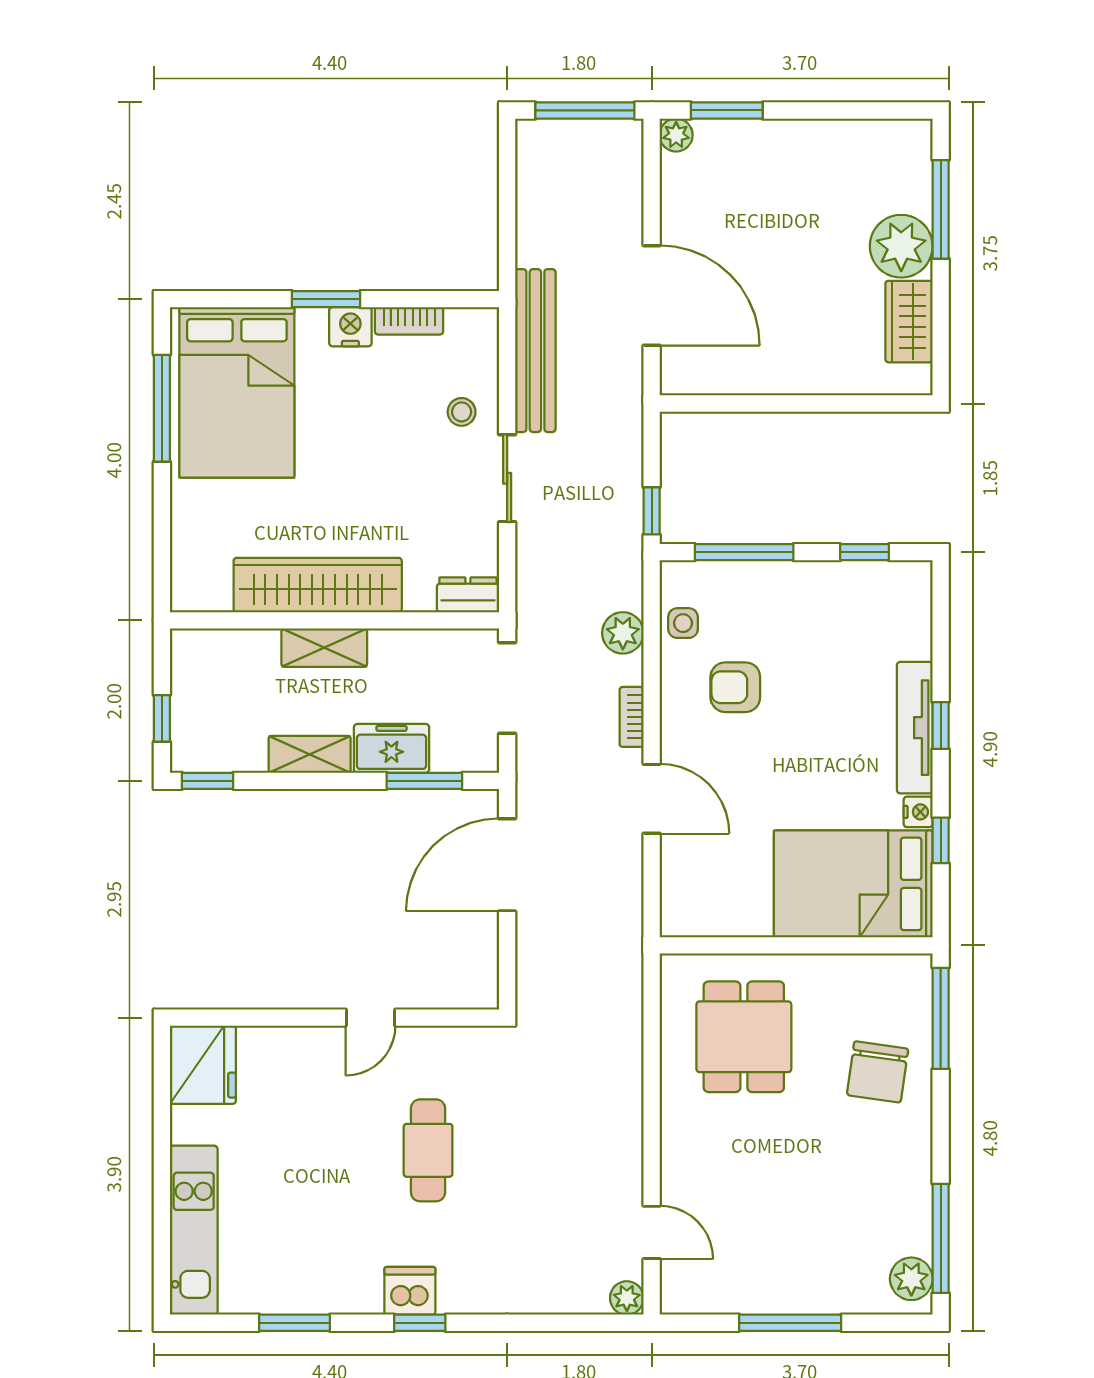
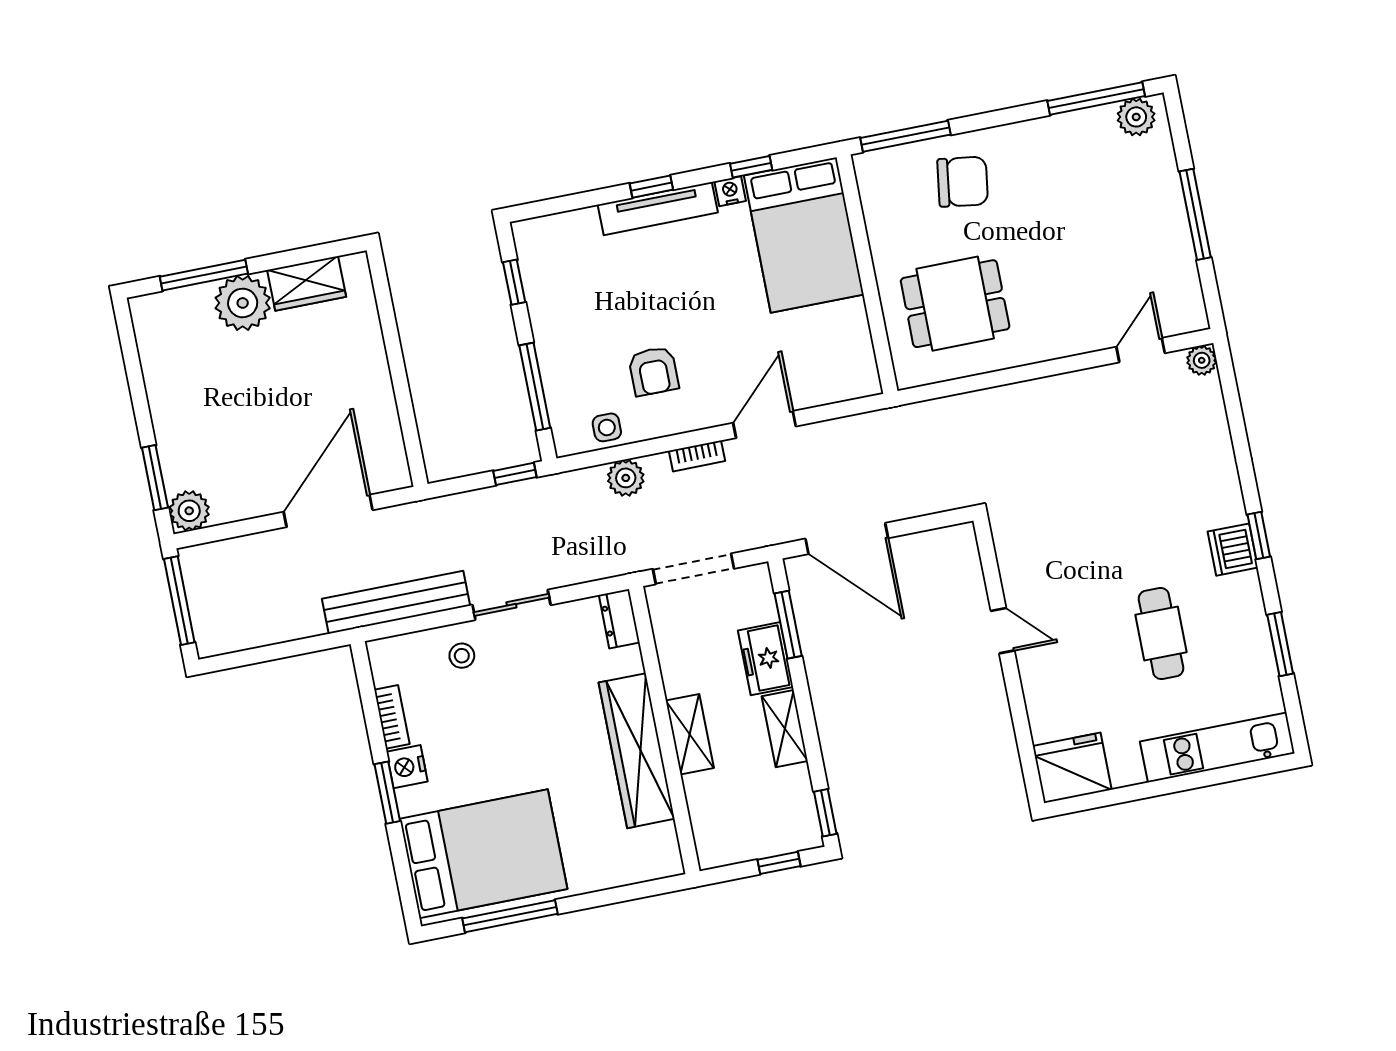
plant: (676, 135) -> (189, 511), width x1.38, depth x1.38
cafe table: (428, 1150) -> (1161, 634), moved, turned 90

